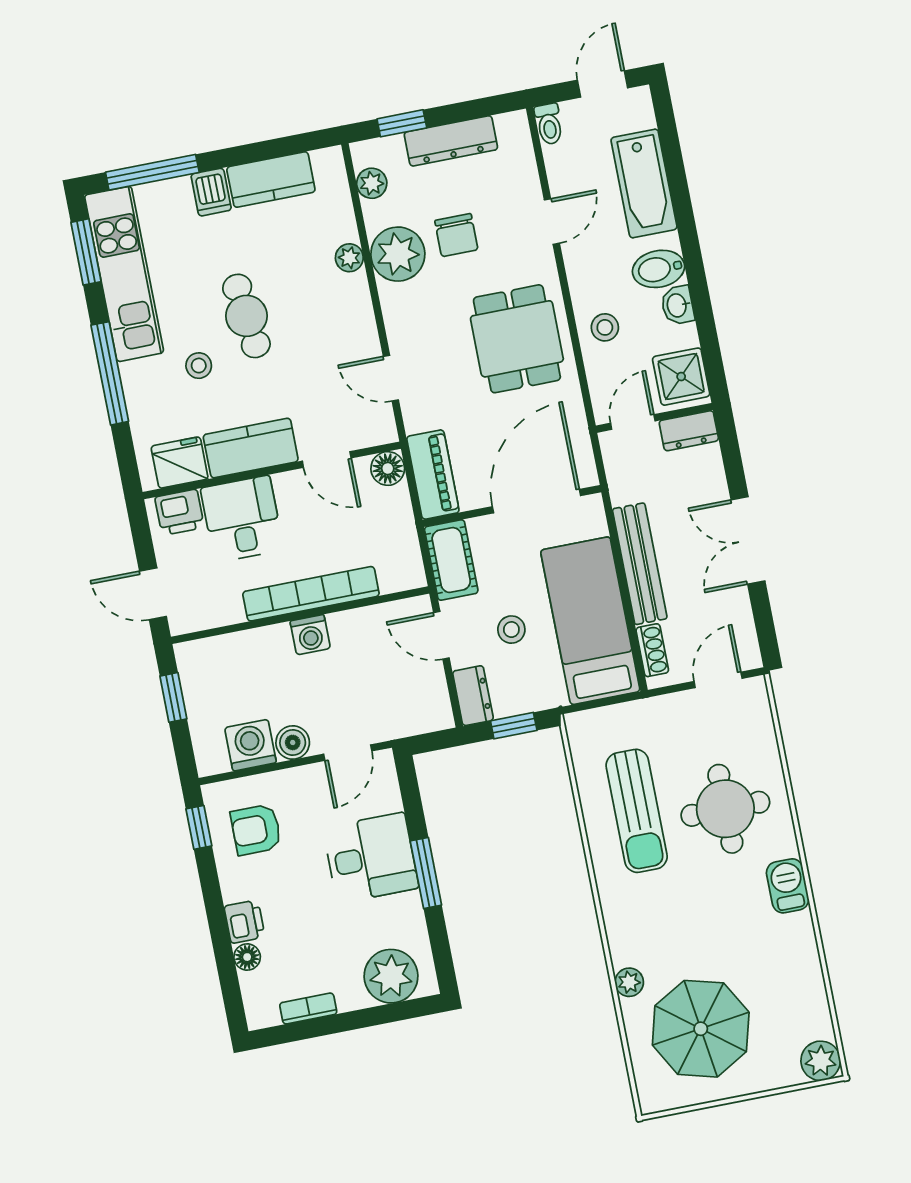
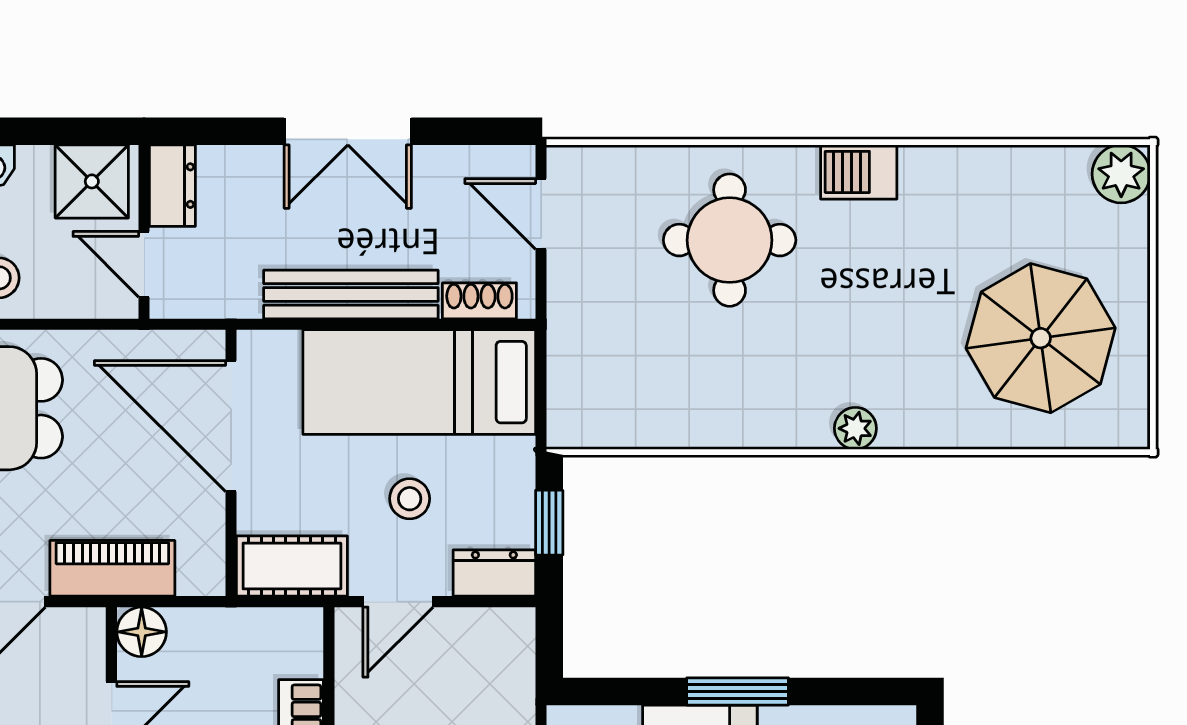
piano: (433, 475) -> (112, 568), moved
sun lounger: (637, 811) -> (707, 369), removed
plant: (629, 982) -> (855, 428), moved

